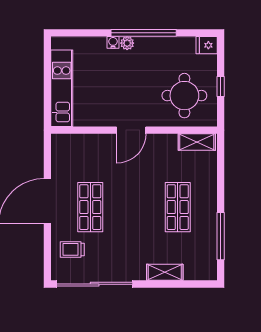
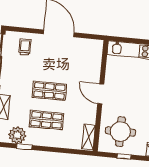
shop shelf: (90, 207) -> (49, 91), moved
window: (221, 236) -> (24, 147), width x0.46
plant: (204, 248) -> (17, 135), added

